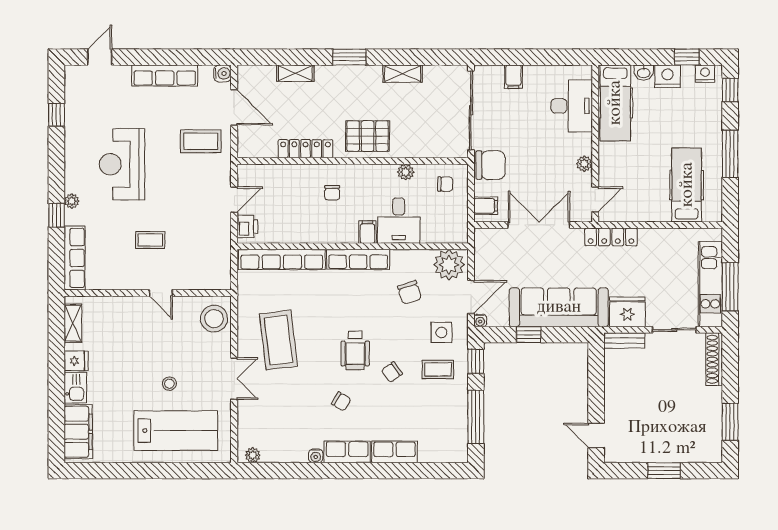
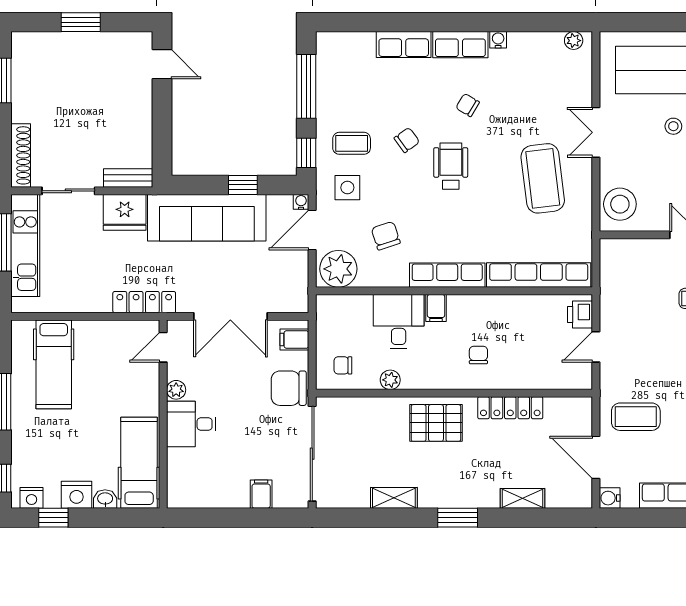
desk: (572, 106) -> (191, 424), moved, width x0.73

